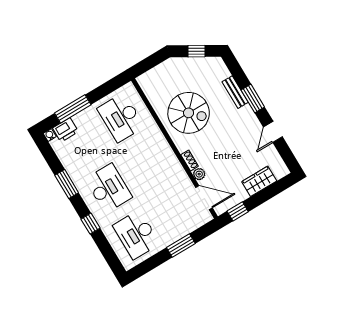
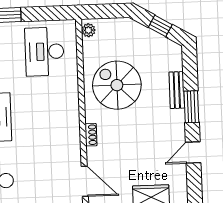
spiral stairs: (189, 113) -> (117, 85), turned 180
plant: (199, 174) -> (88, 30), moved

